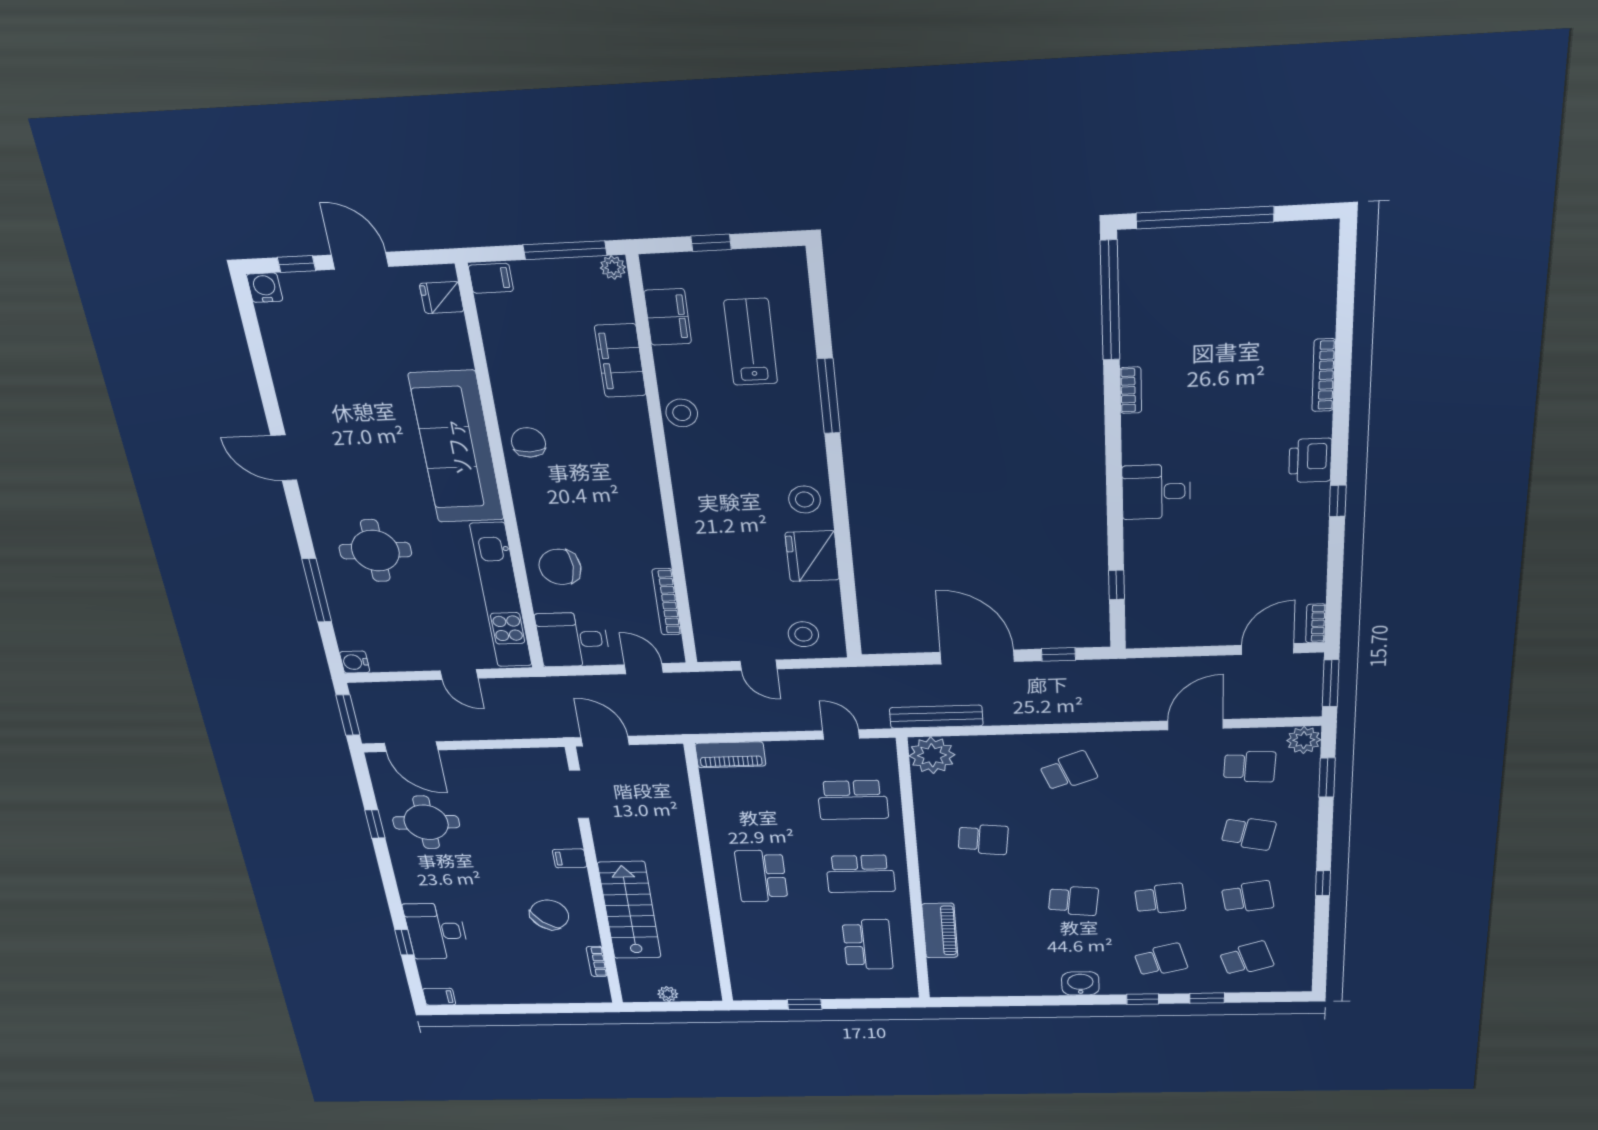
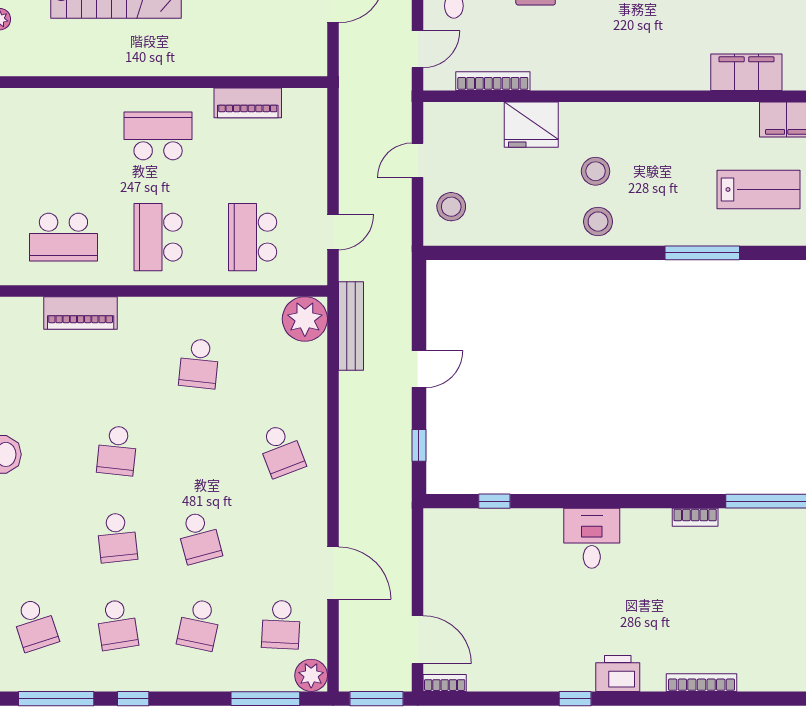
stool: (682, 413) -> (596, 171), moved
fridge: (812, 556) -> (531, 125), moved, turned 180
door: (977, 657) -> (419, 369), width x0.53
piano: (730, 755) -> (248, 103), moved, turned -90
window: (1327, 778) -> (265, 699), width x1.44
window: (1321, 942) -> (56, 699), added
school desk: (1161, 960) -> (199, 538), moved

